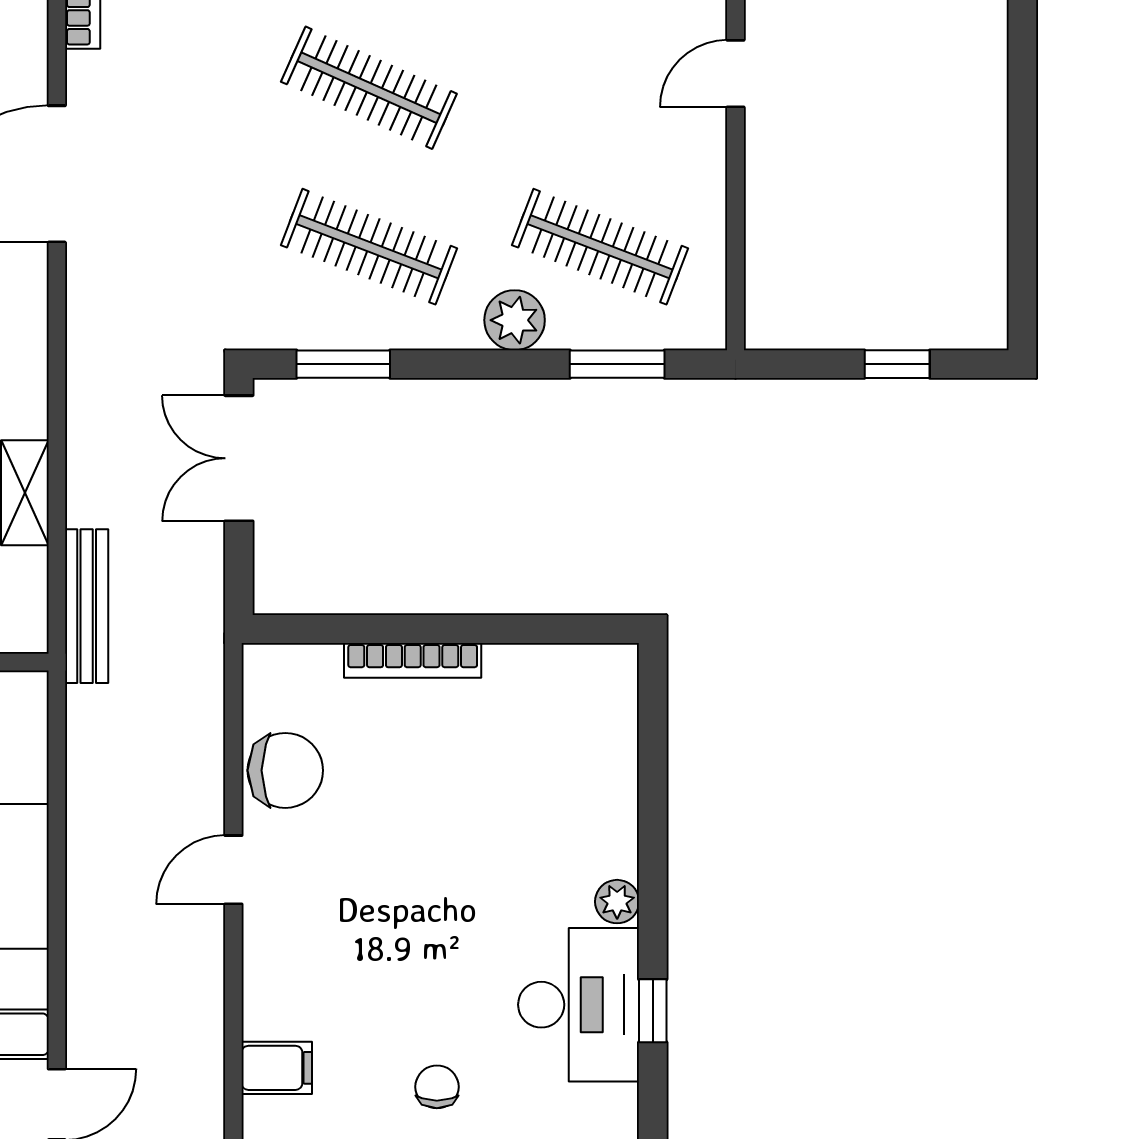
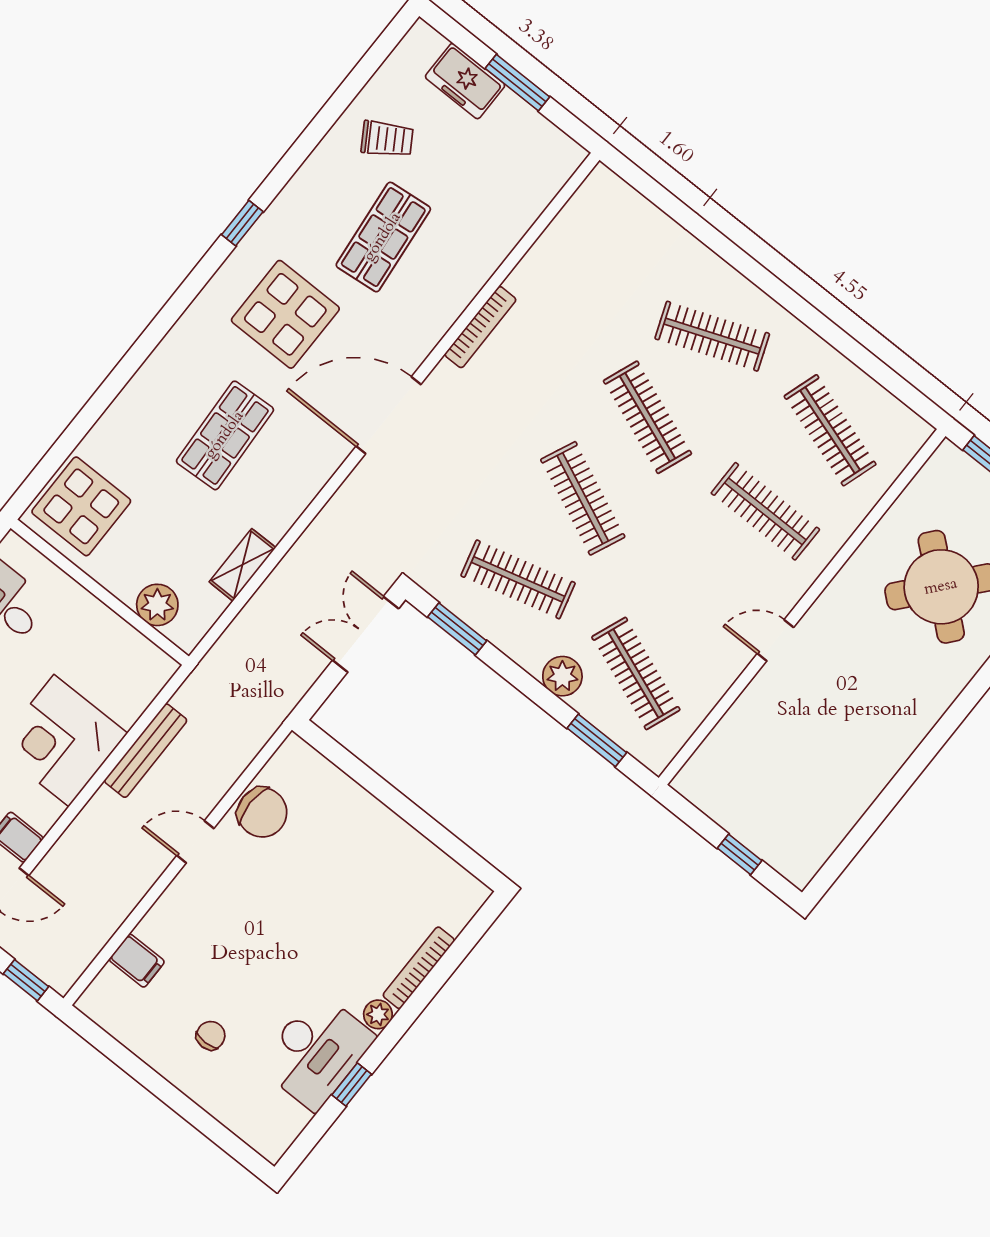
clothes rail: (369, 247) -> (518, 579), turned -36
bench: (87, 606) -> (146, 751), moved
bookcase: (413, 660) -> (419, 968), moved, turned 90

